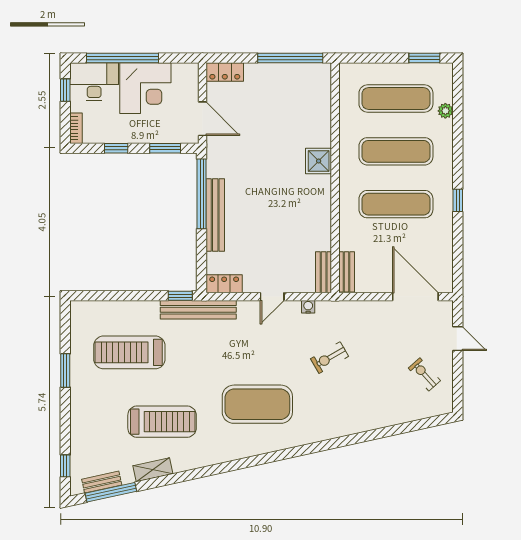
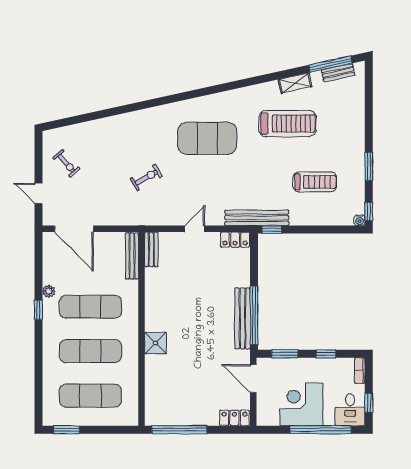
desk: (94, 82) -> (350, 410), width x0.73
plant: (445, 111) -> (49, 291), moved
bench: (215, 215) -> (243, 318), moved
bench: (347, 272) -> (132, 256), width x1.36
water cooler: (308, 307) -> (360, 220), moved
treadmill: (129, 352) -> (315, 182), width x0.73, depth x0.73
treadmill: (162, 422) -> (287, 124), turned 180
window: (65, 466) -> (369, 212), moved

